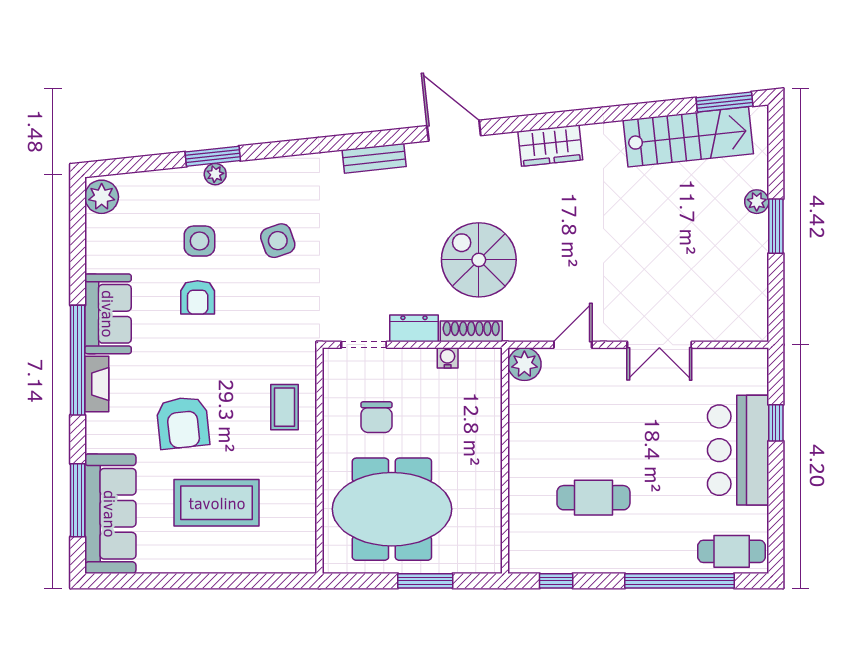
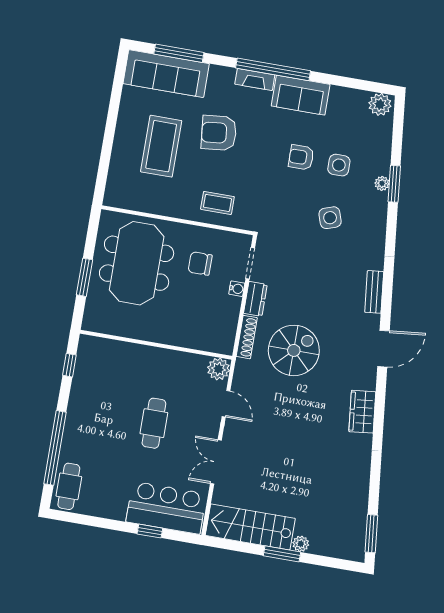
stairs: (688, 137) -> (250, 527), moved, turned 96
water cooler: (448, 358) -> (237, 289), moved
bar counter: (738, 450) -> (166, 508), moved
cafe table: (593, 498) -> (154, 423), moved

